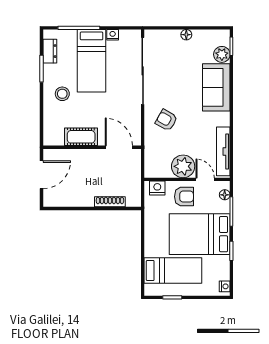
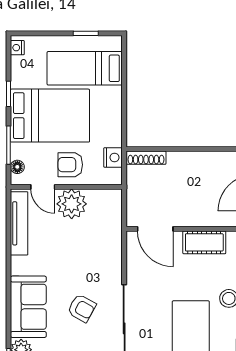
armchair: (166, 120) -> (82, 308), moved
nightstand: (157, 188) -> (113, 157), moved, turned -90
shoe rack: (110, 202) -> (146, 158), moved

